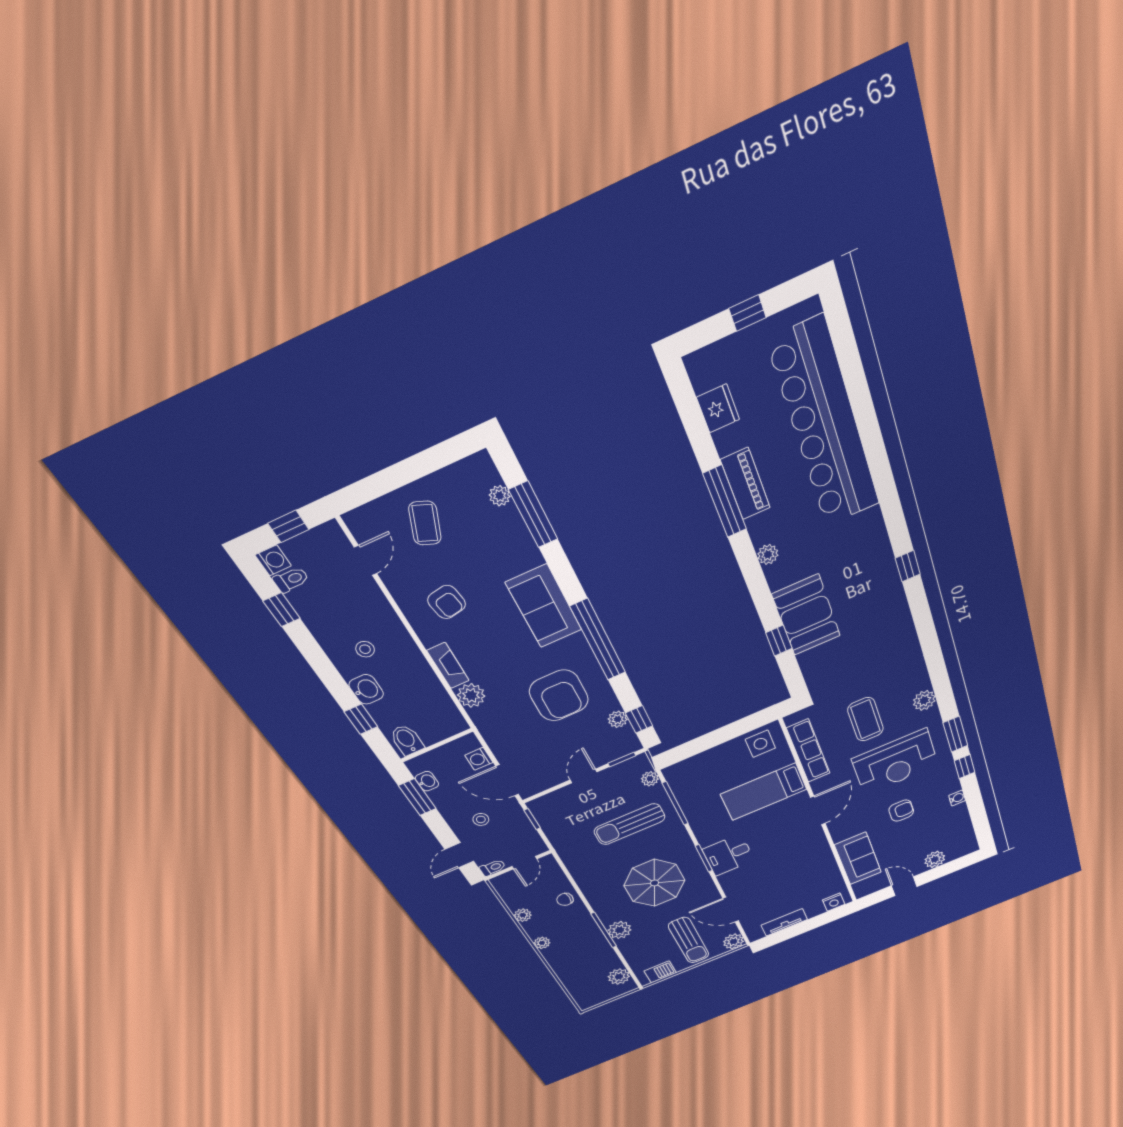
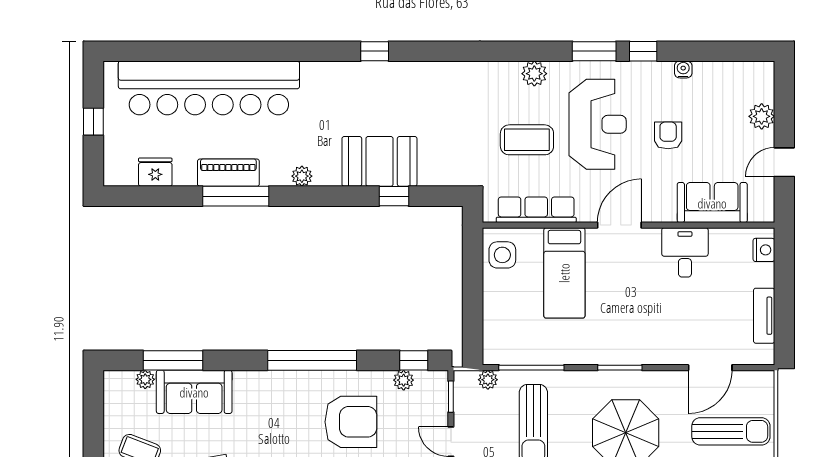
sofa: (544, 606) -> (194, 392), moved
door: (818, 810) -> (619, 225), hinge flipped
desk: (728, 855) -> (685, 252), moved, turned 180
plant: (733, 941) -> (762, 383), removed

